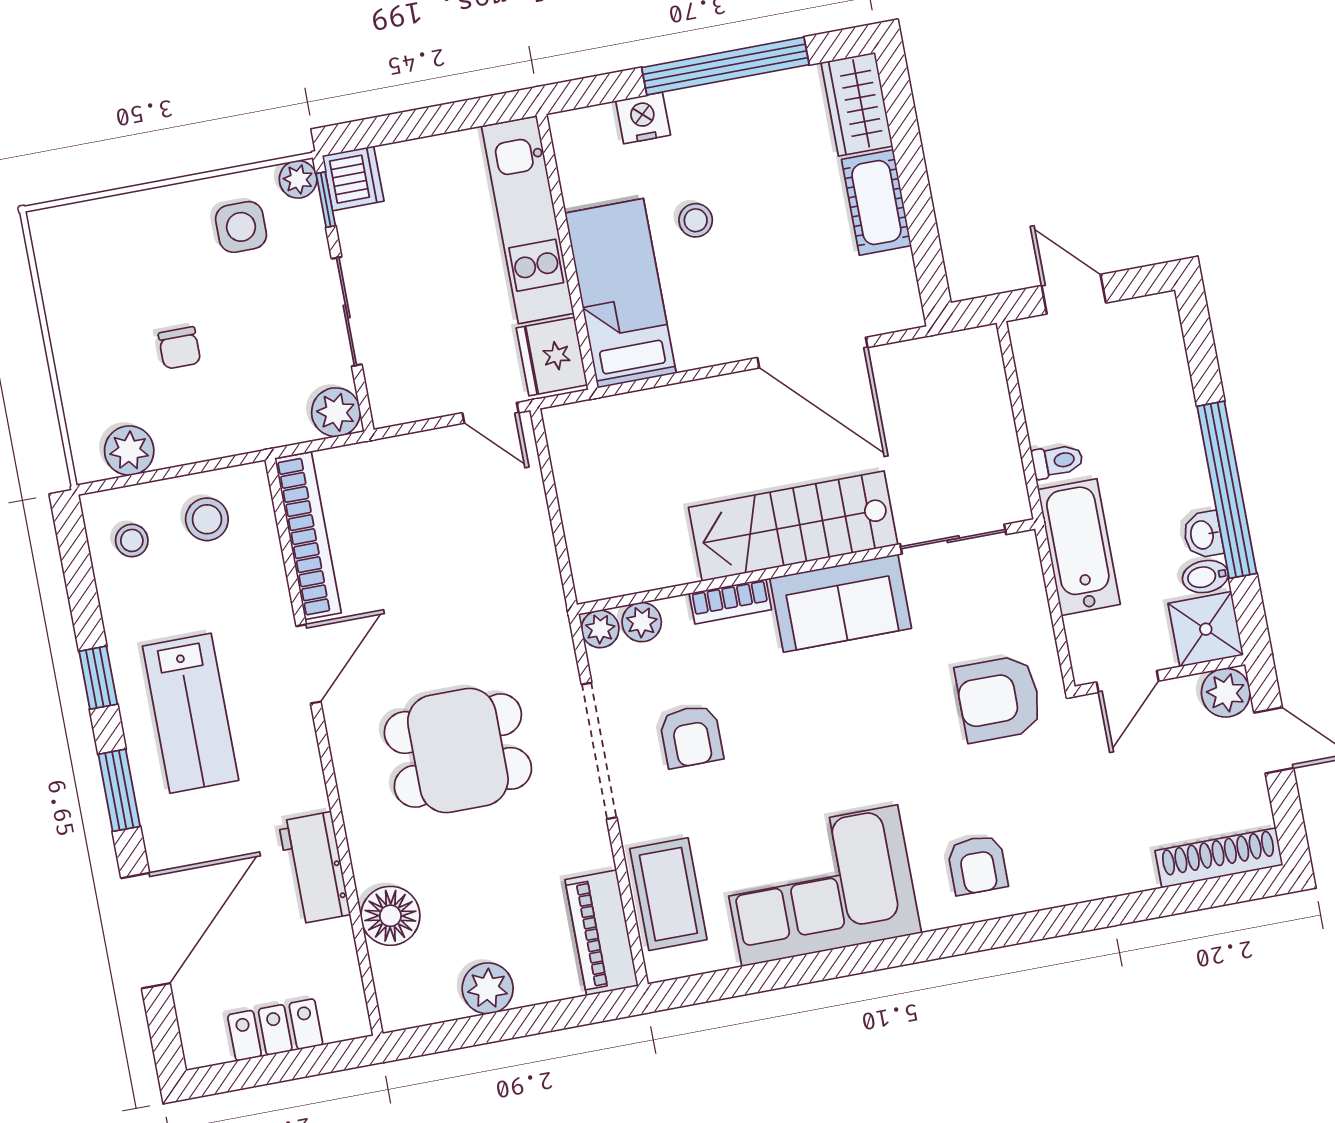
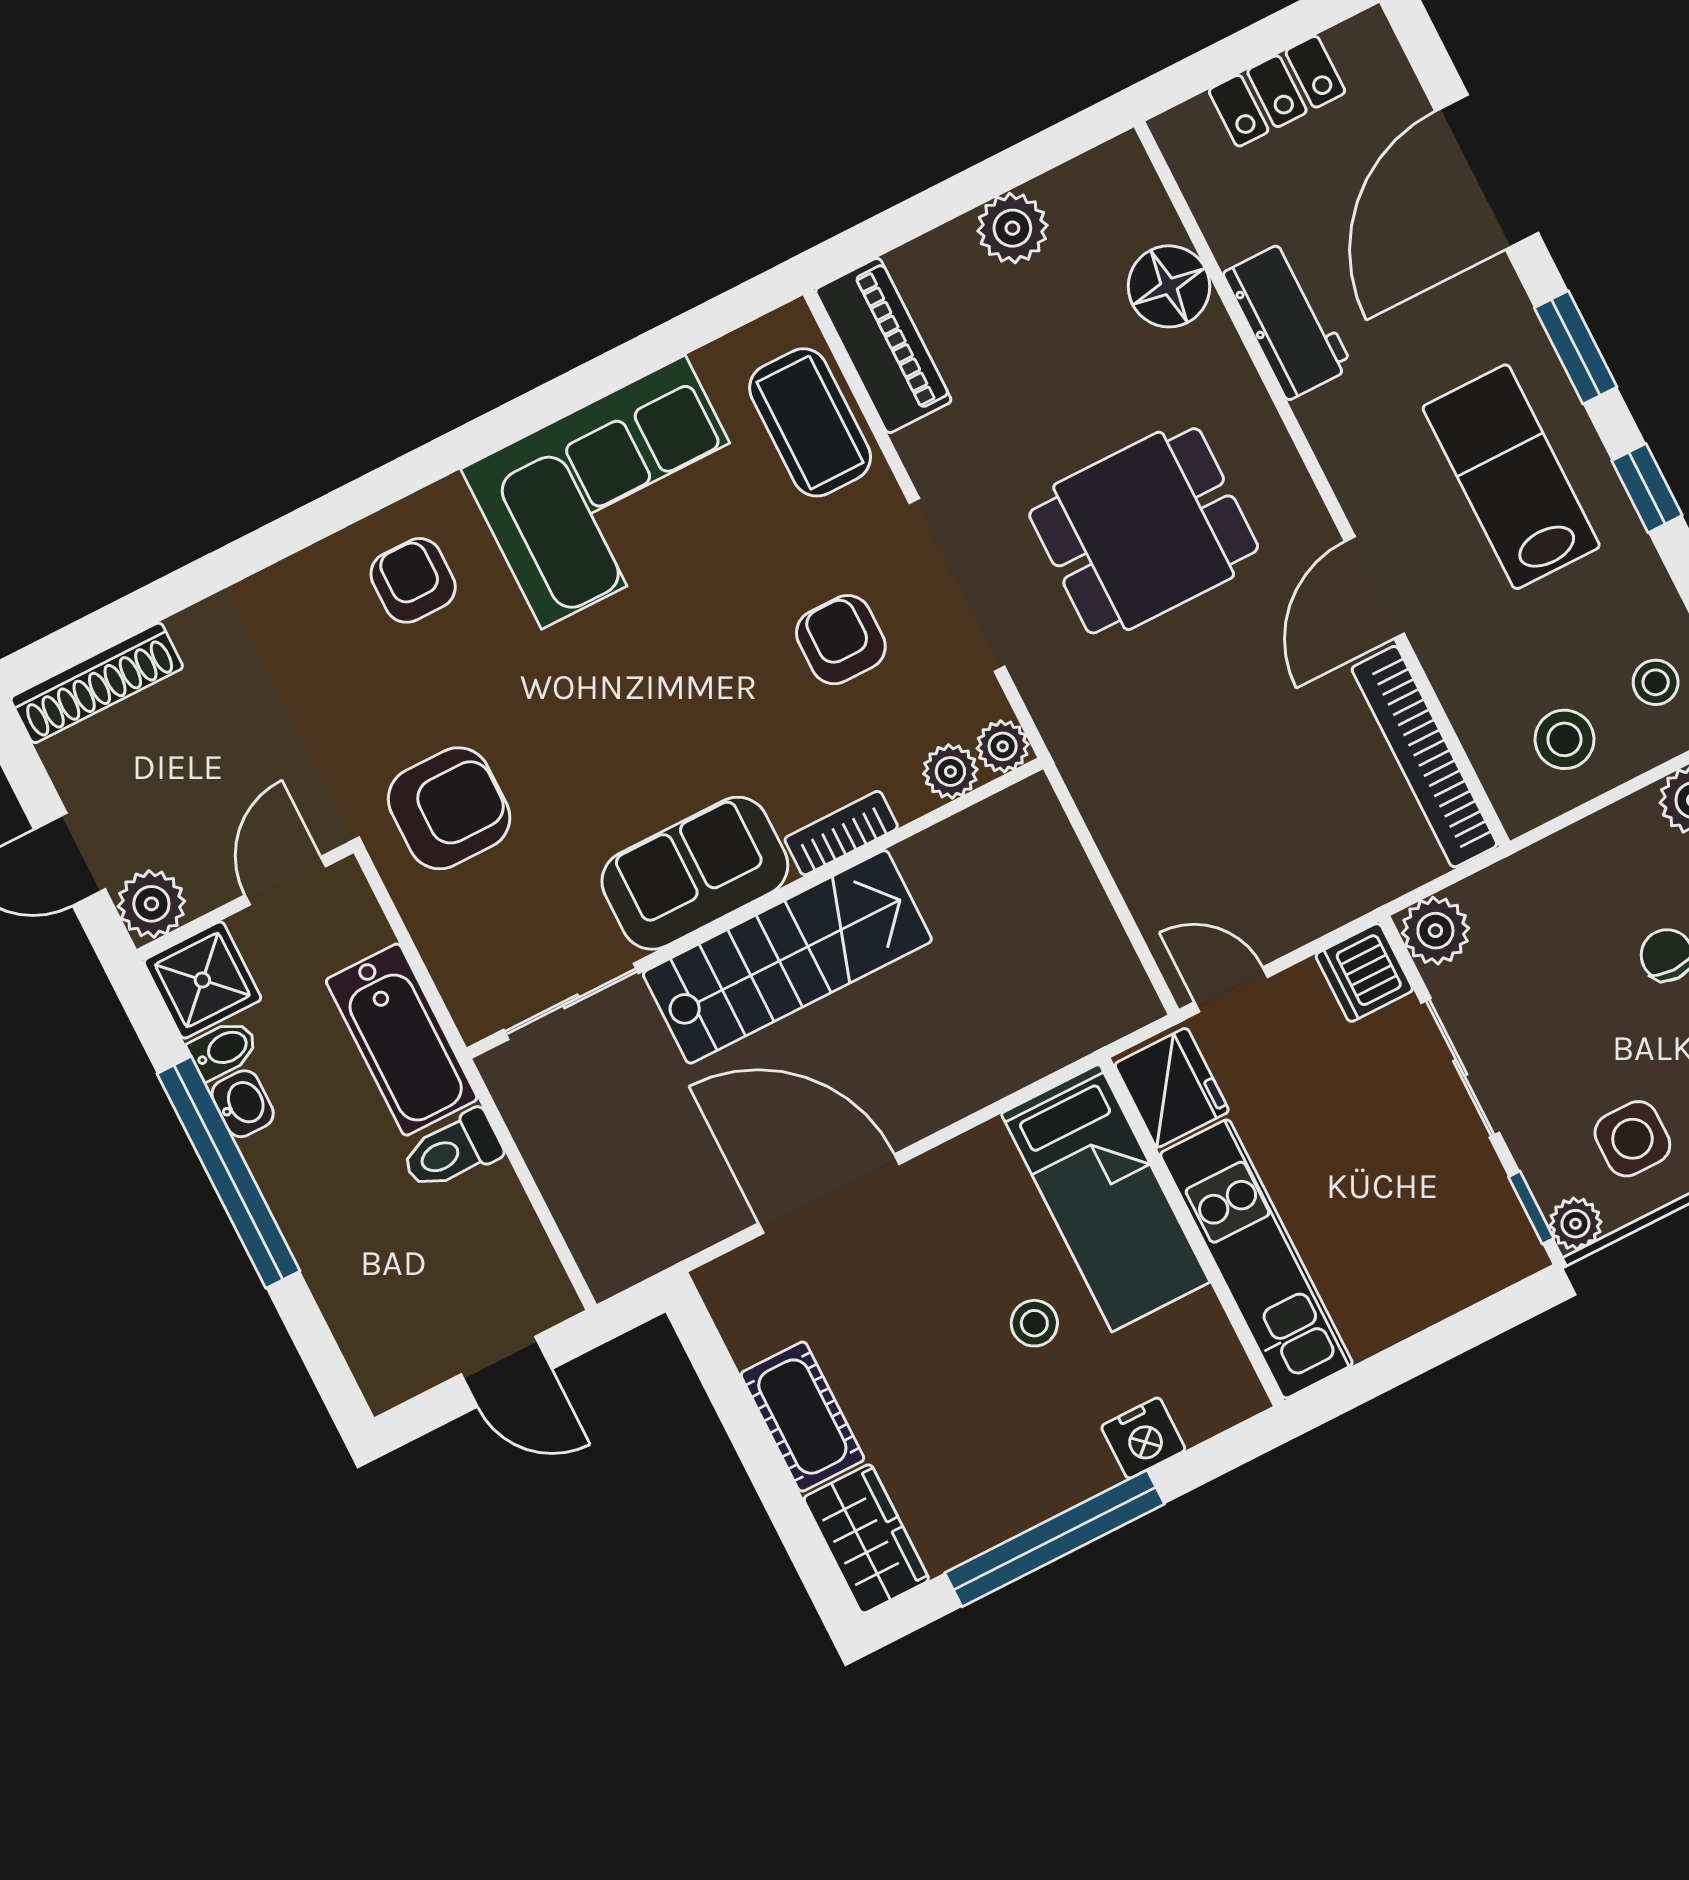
dishwasher: (353, 178) -> (1364, 972), moved
toilet: (1057, 461) -> (452, 1151), width x1.37, depth x1.39

